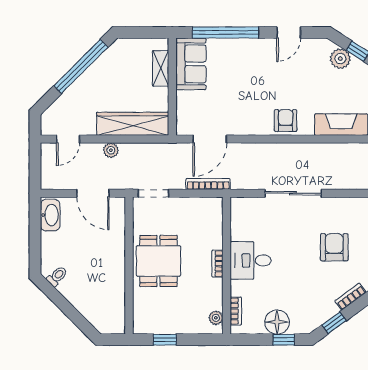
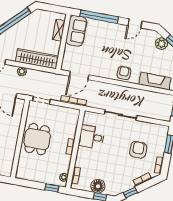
desk: (251, 260) -> (92, 137), moved
window: (165, 340) -> (52, 188), moved

